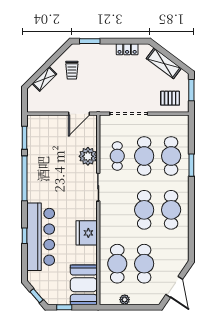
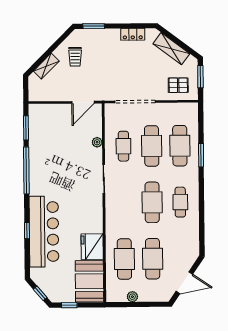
plant: (88, 156) -> (97, 142), width x0.53, depth x0.53
cafe table: (171, 210) -> (180, 202), width x0.73, depth x0.74
fridge: (87, 233) -> (92, 247), moved
door: (174, 287) -> (184, 283), hinge flipped

